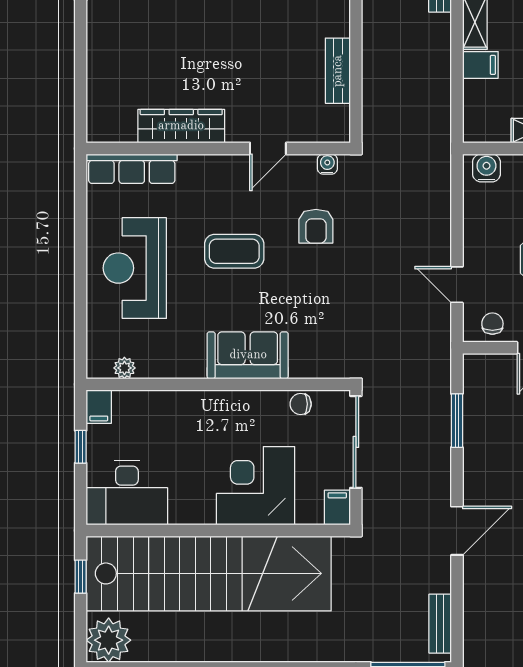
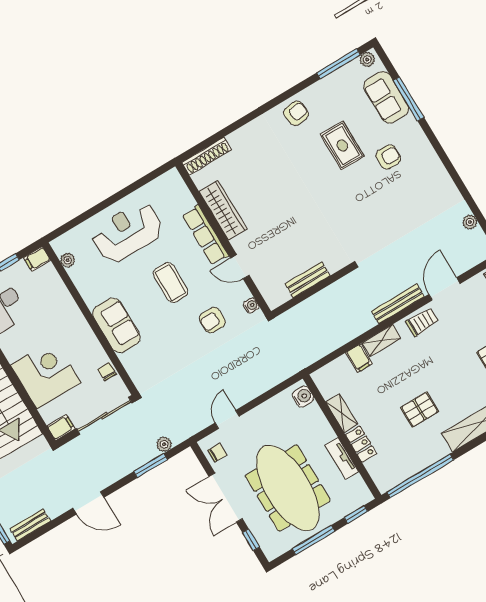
shoe rack: (98, 105) -> (207, 156), added
row of seats: (132, 169) -> (205, 235), moved
plant: (440, 386) -> (164, 444), added

